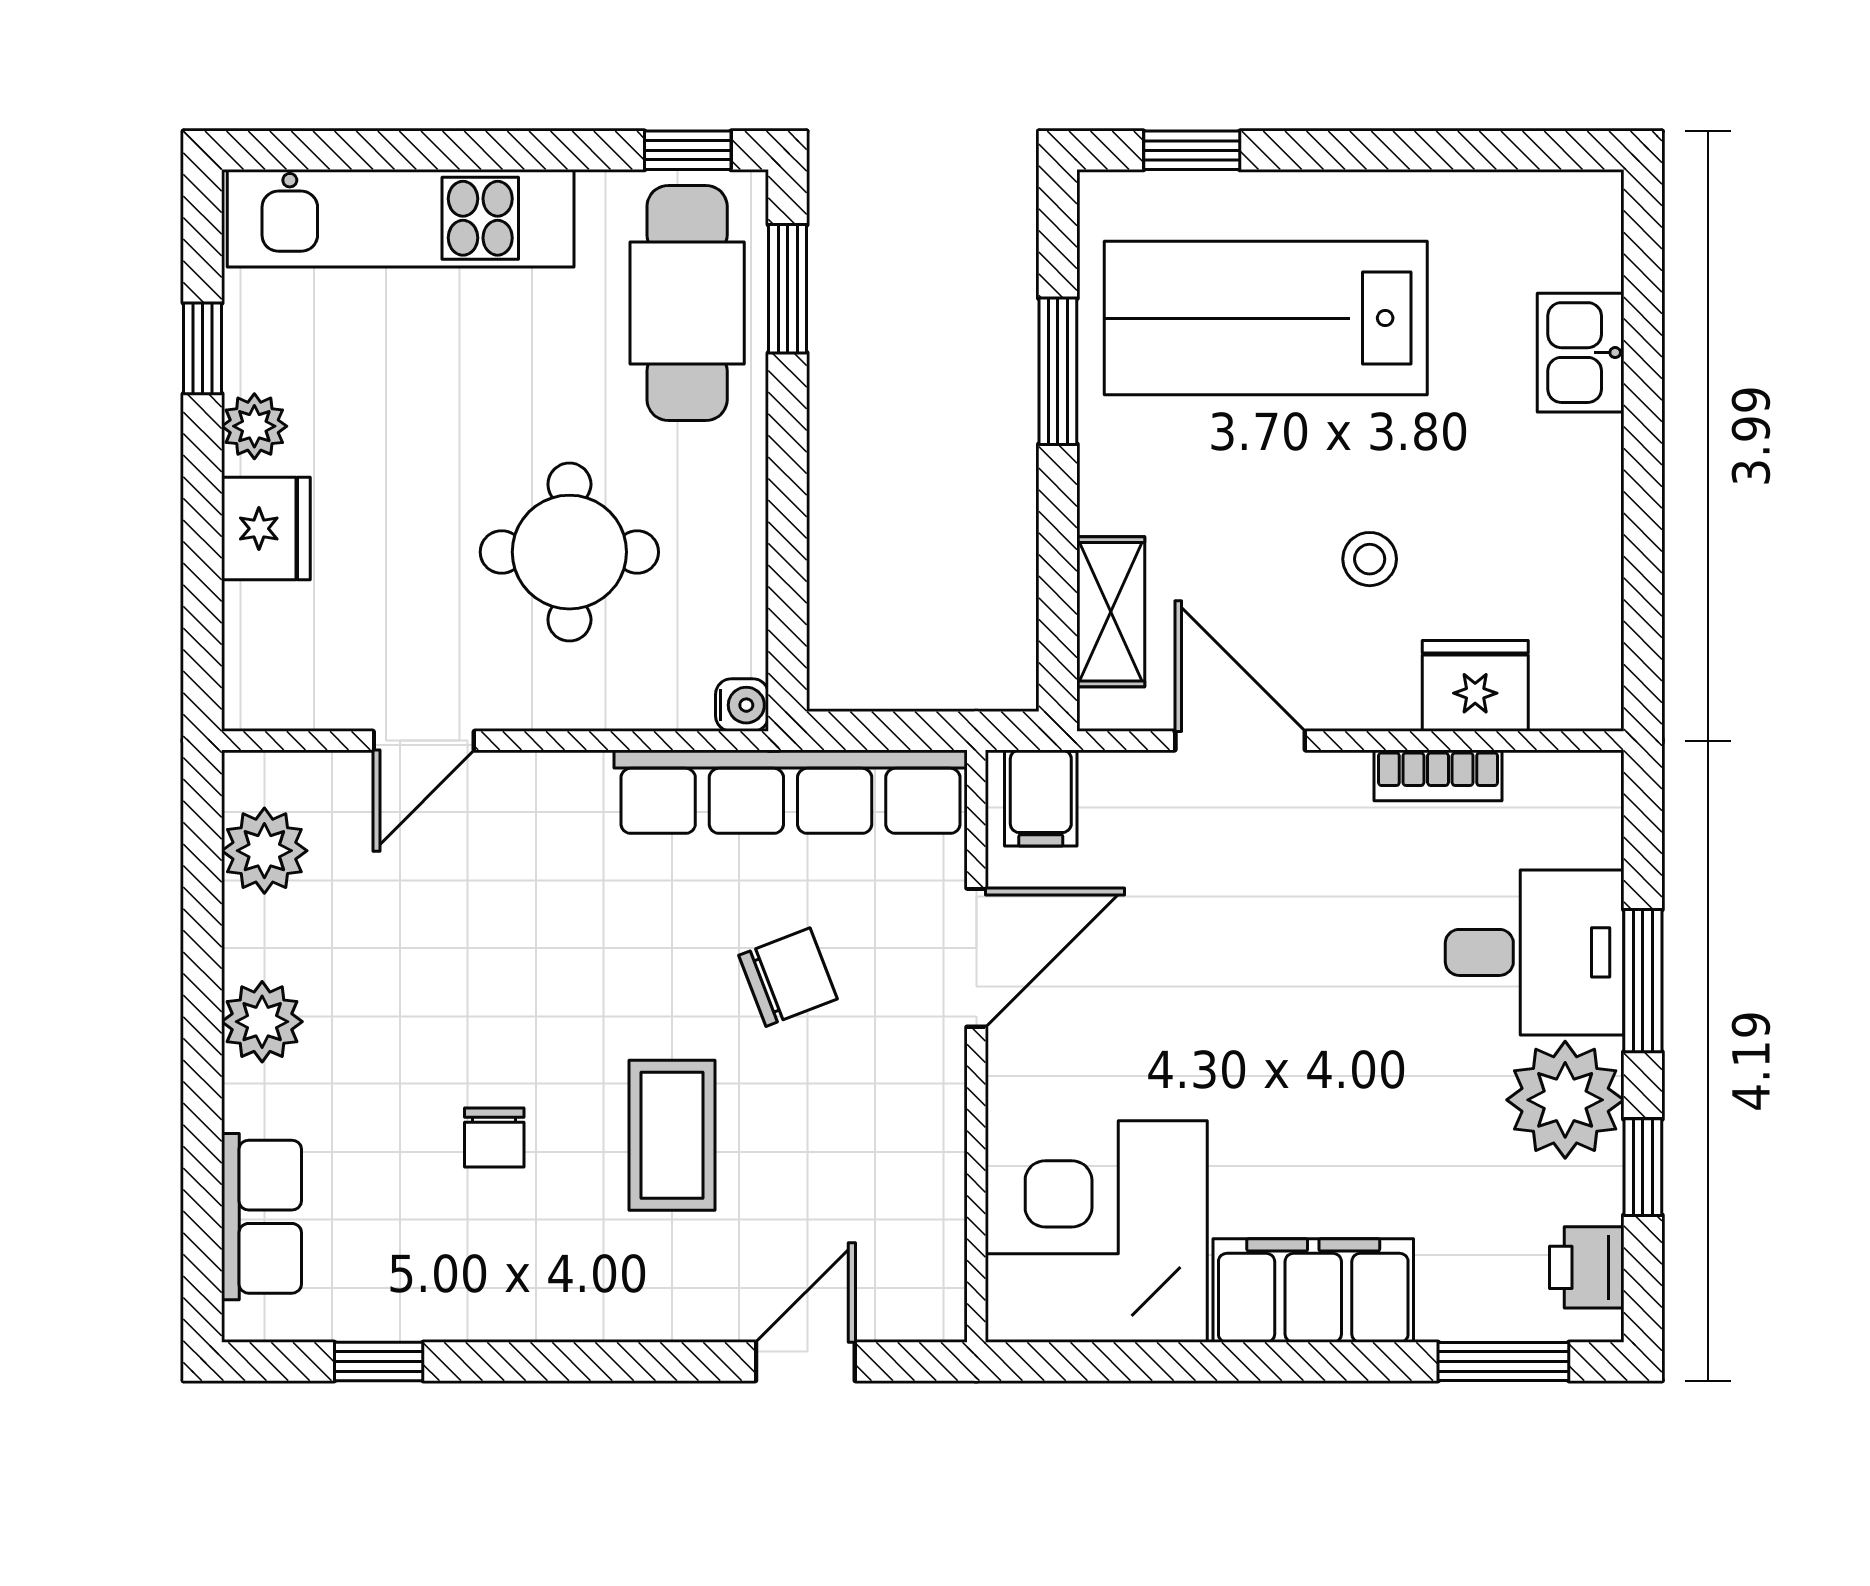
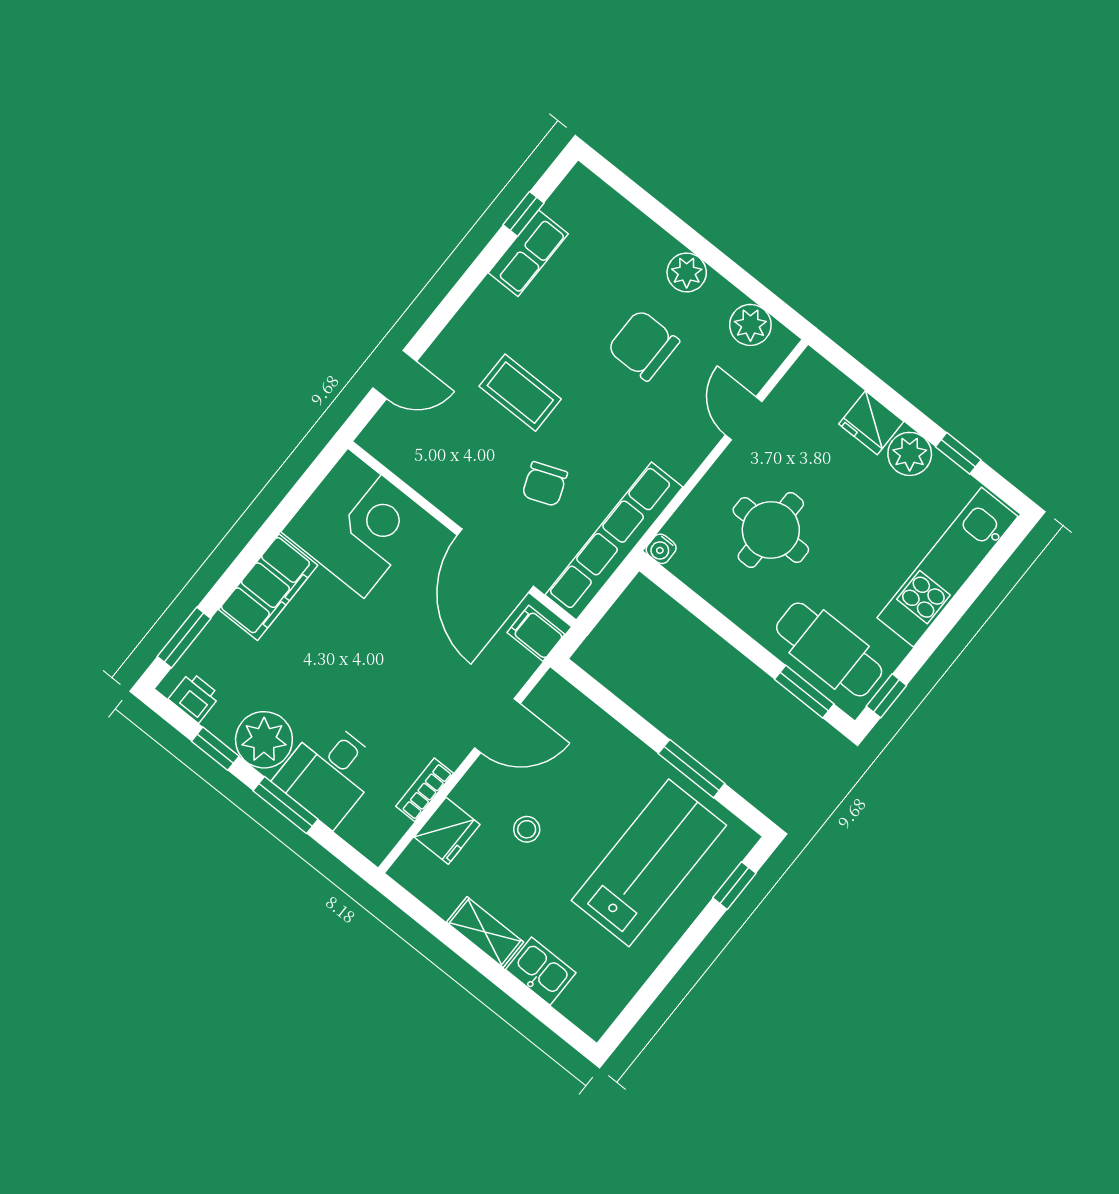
plant: (254, 426) -> (910, 454), width x1.38, depth x1.38
shelving: (1111, 612) -> (485, 932), moved
door: (976, 958) -> (495, 561), width x1.36
chair: (494, 1138) -> (643, 345), moved, width x1.87, depth x1.87
row of seats: (261, 1217) -> (528, 253), moved, turned -90
door: (805, 1362) -> (395, 375), hinge flipped

